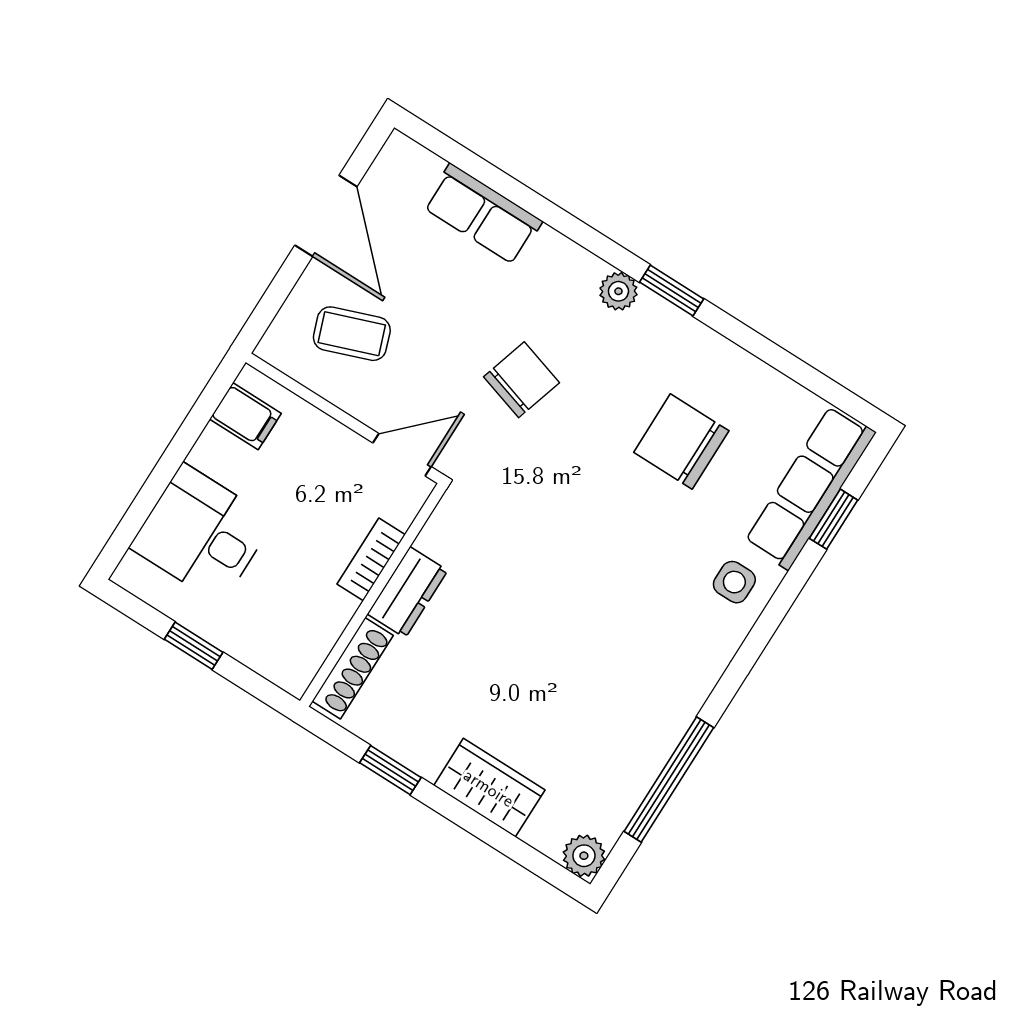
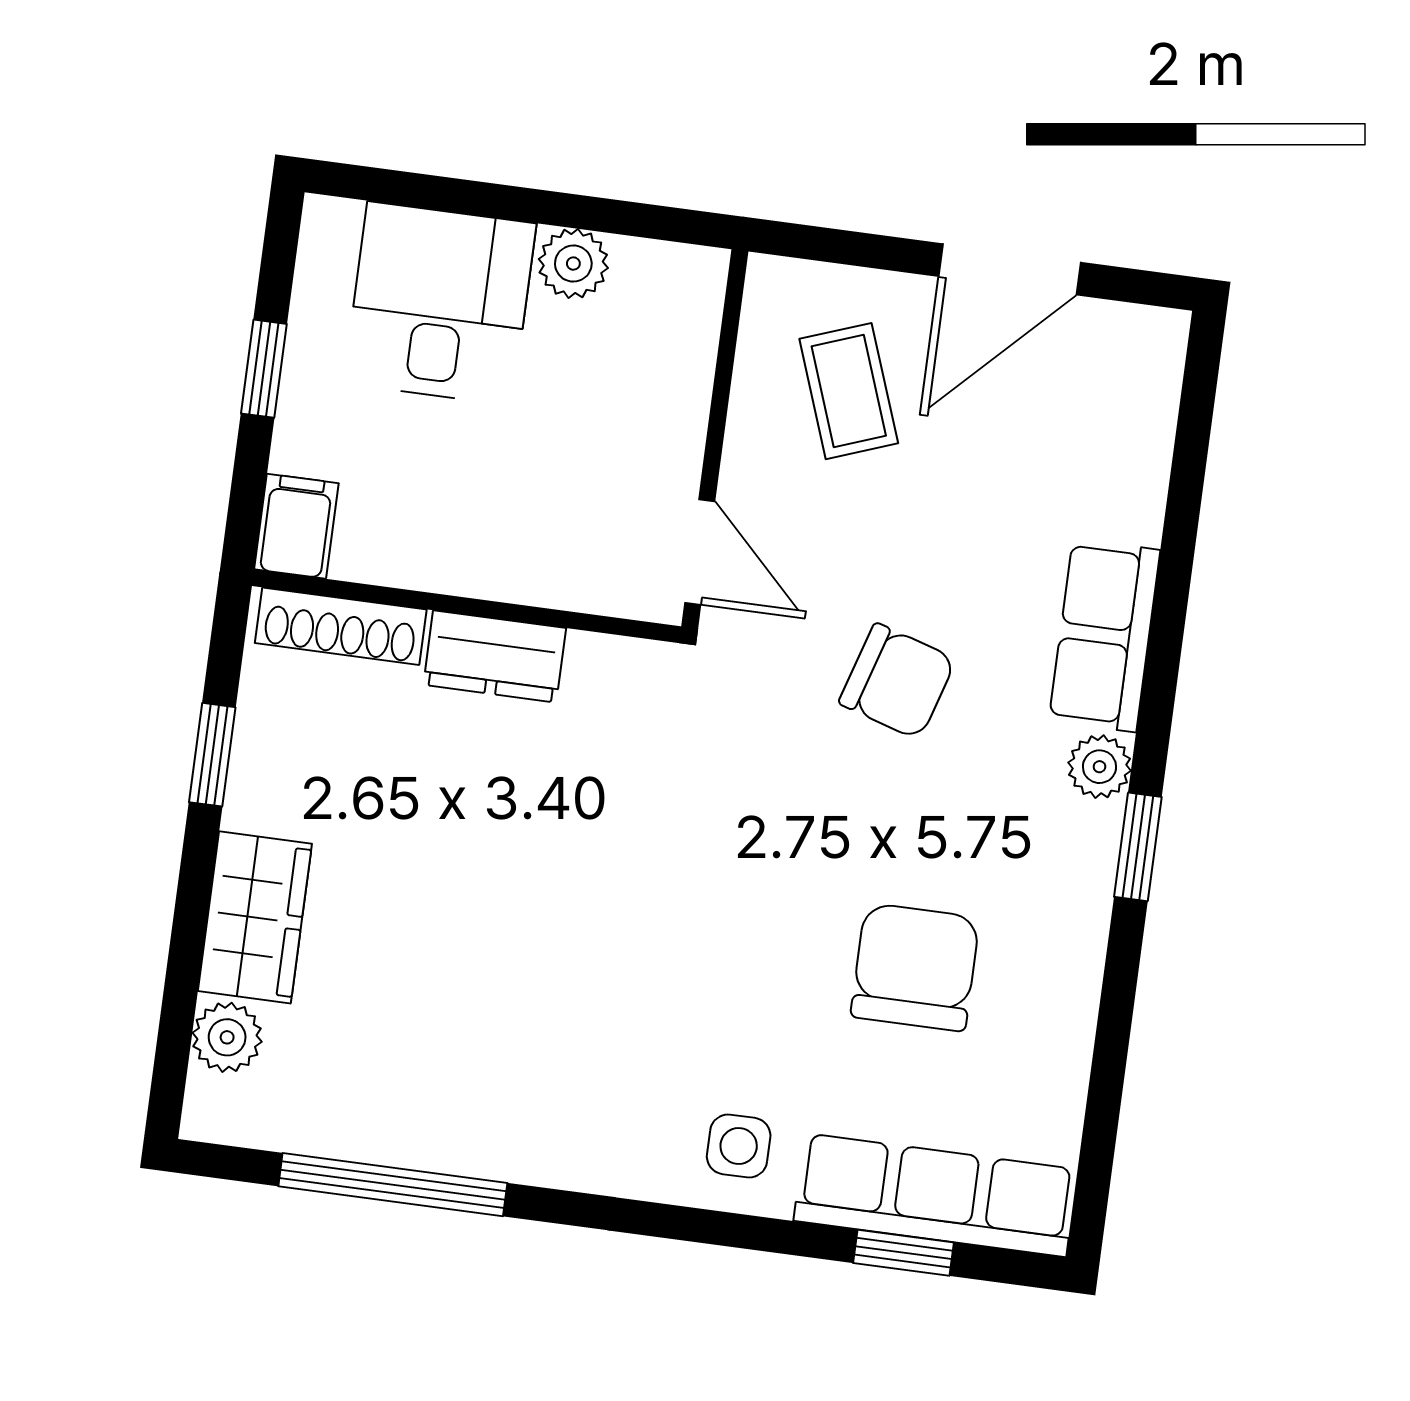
row of seats: (482, 214) -> (1104, 635), moved
filing cabinet: (245, 416) -> (296, 526), moved, turned 180
plant: (214, 451) -> (573, 264), added
bookcase: (371, 559) -> (519, 578), removed
plant: (584, 856) -> (227, 1037), moved

